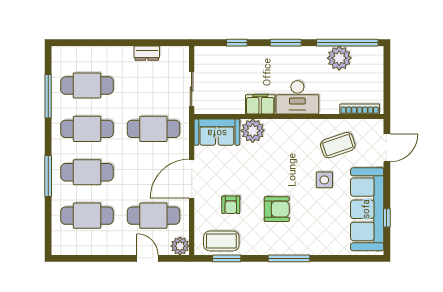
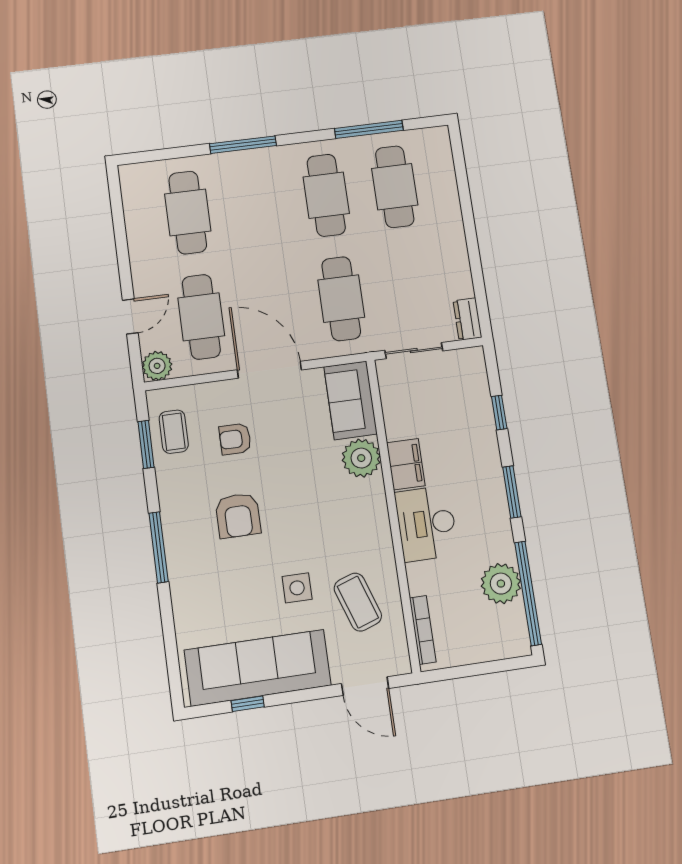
dresser: (147, 53) -> (467, 319), moved
cafe table: (87, 172) -> (257, 204), removed
coffee table: (221, 241) -> (174, 432), width x0.73, depth x0.77

